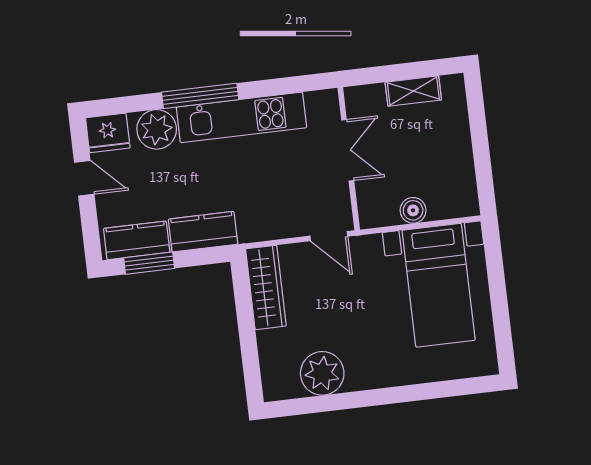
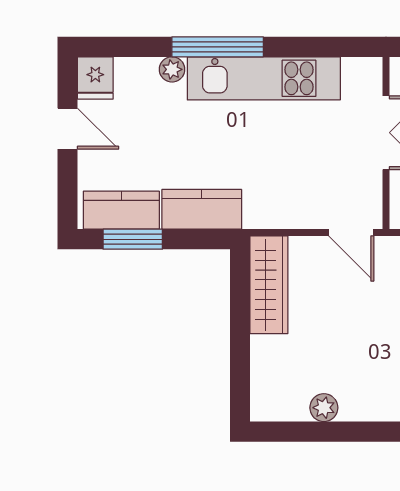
plant: (157, 129) -> (172, 69), width x0.53, depth x0.53
fridge: (108, 133) -> (95, 78), width x0.72
plant: (322, 373) -> (324, 408), width x0.53, depth x0.53

